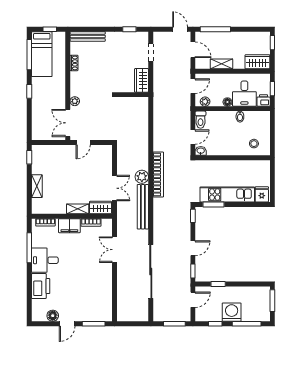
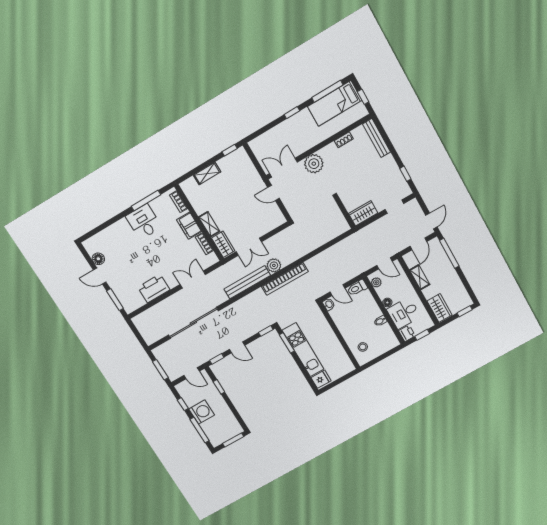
plant: (75, 101) -> (314, 164), width x1.87, depth x1.87
printer: (41, 286) -> (154, 288), moved, turned 180

